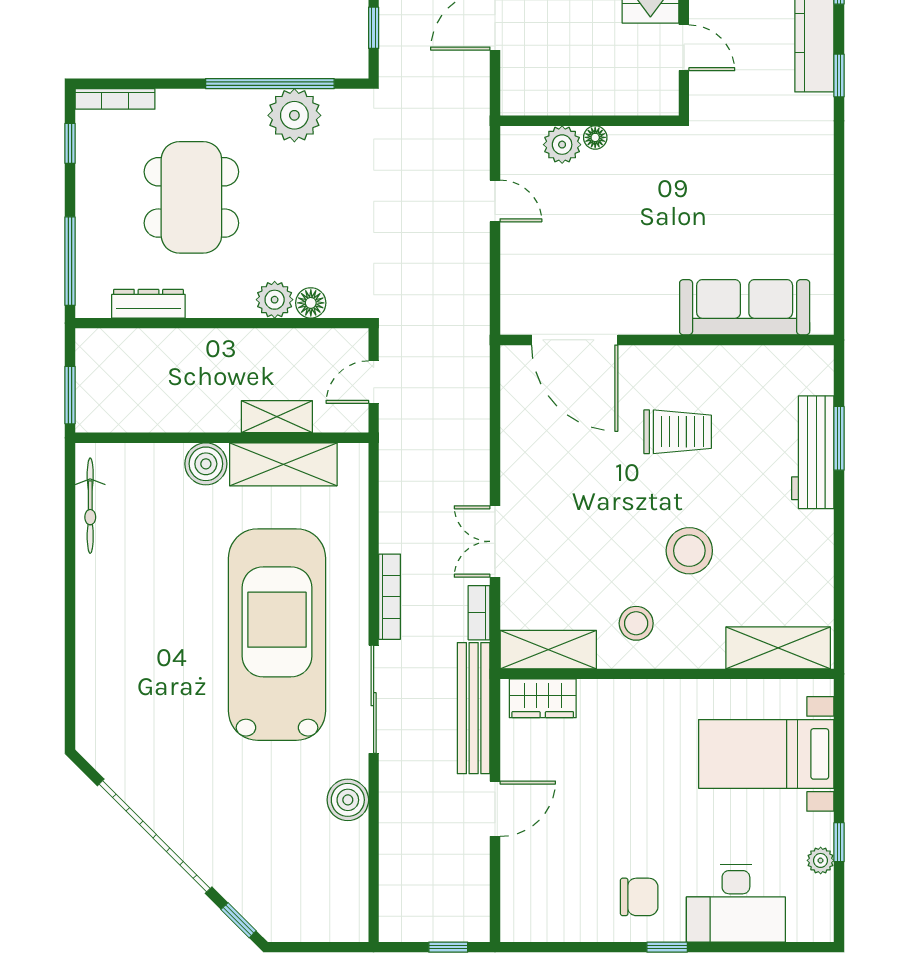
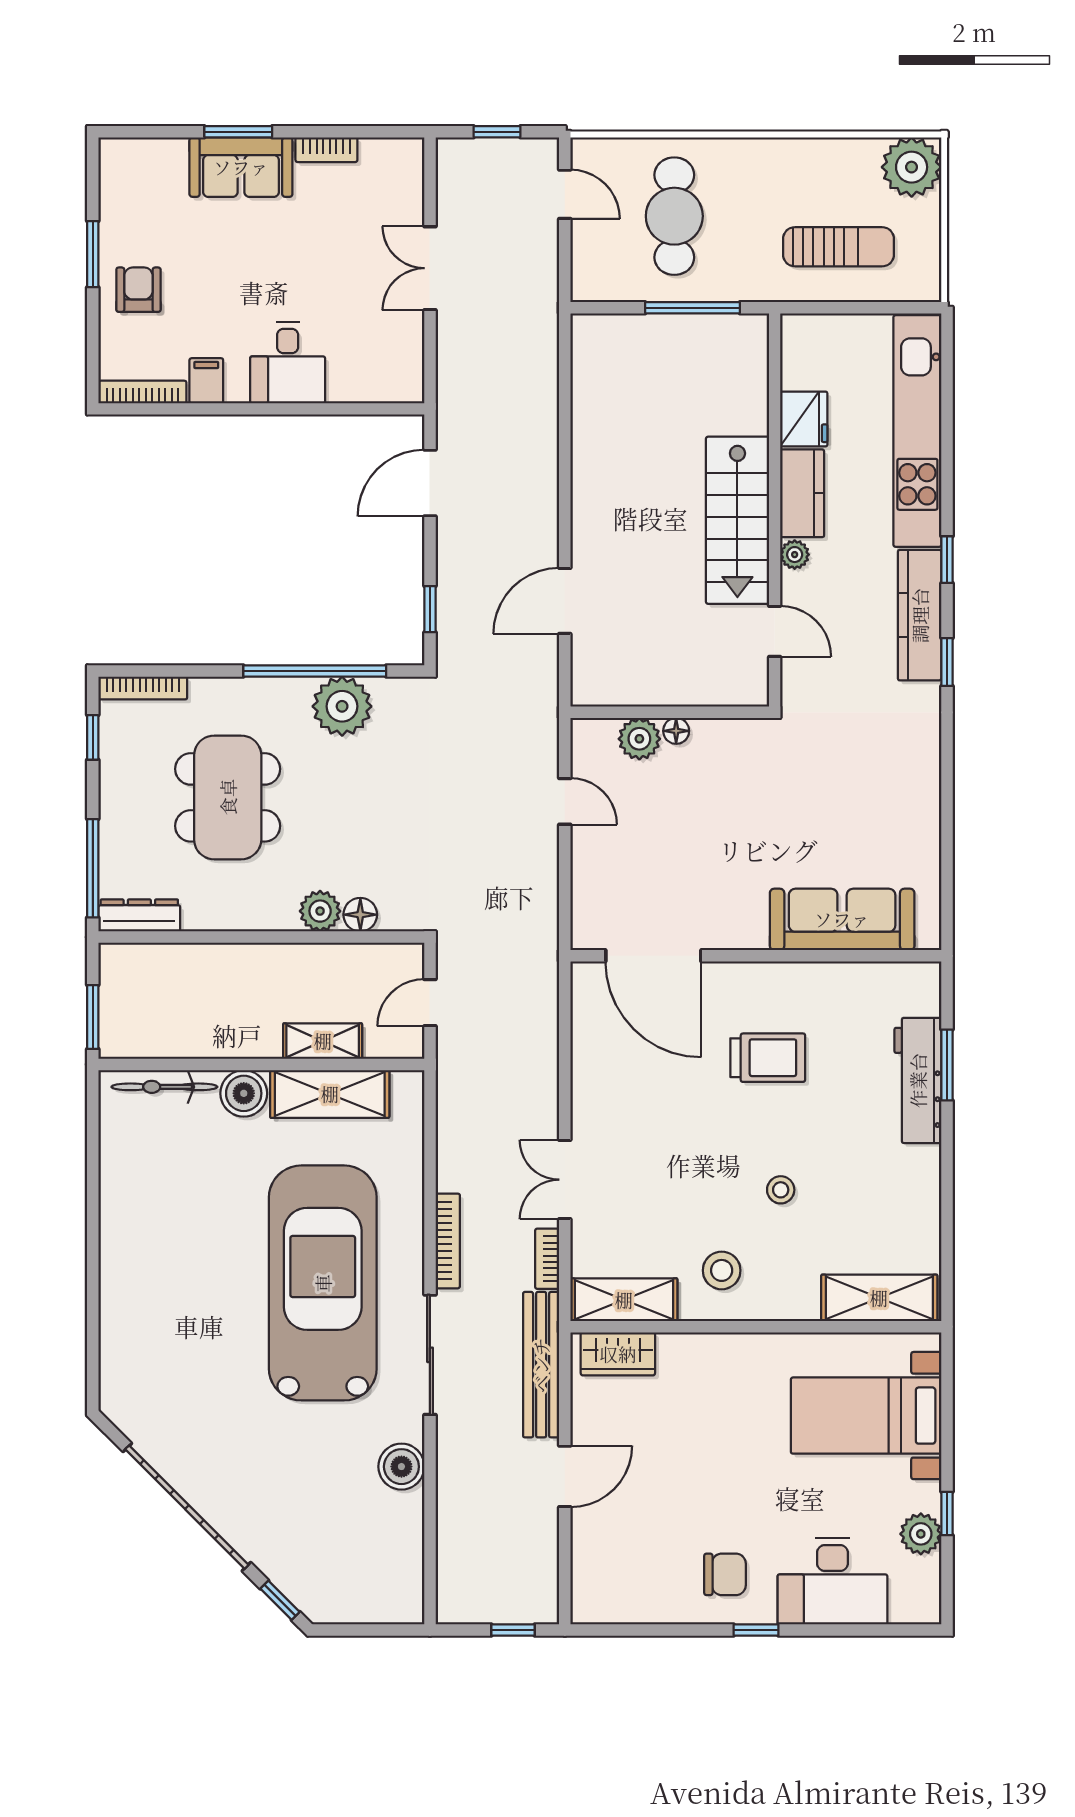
dresser: (148, 304) -> (139, 915), moved
bicycle: (90, 506) -> (164, 1087), moved, turned 90
stool: (689, 551) -> (781, 1190), width x0.53, depth x0.53
plant: (821, 860) -> (921, 1534), width x1.38, depth x1.38

